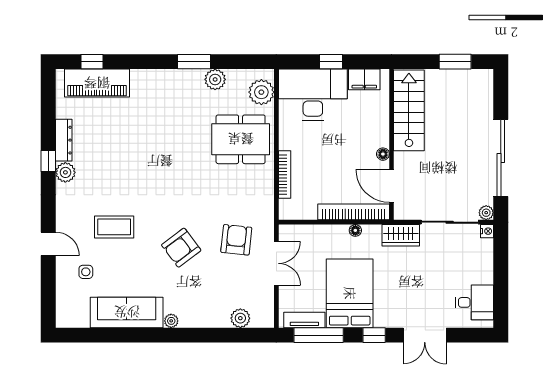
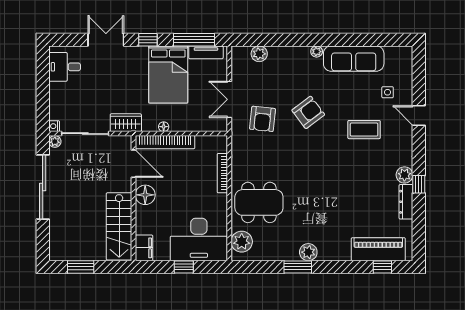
plant: (215, 79) -> (308, 252), moved
filing cabinet: (364, 79) -> (144, 248), moved, turned 90
floor lamp: (383, 154) -> (145, 195), width x1.89, depth x1.89

